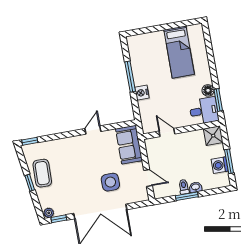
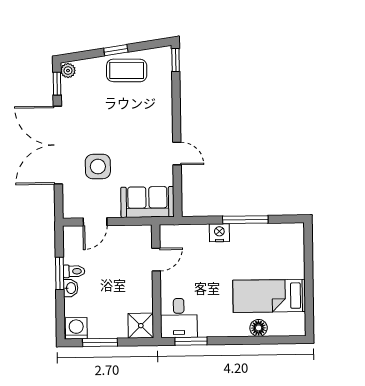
floor lamp: (208, 90) -> (259, 328), moved
washing machine: (220, 165) -> (76, 328), moved

